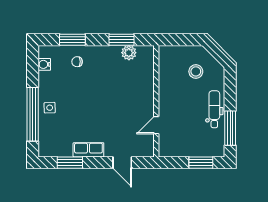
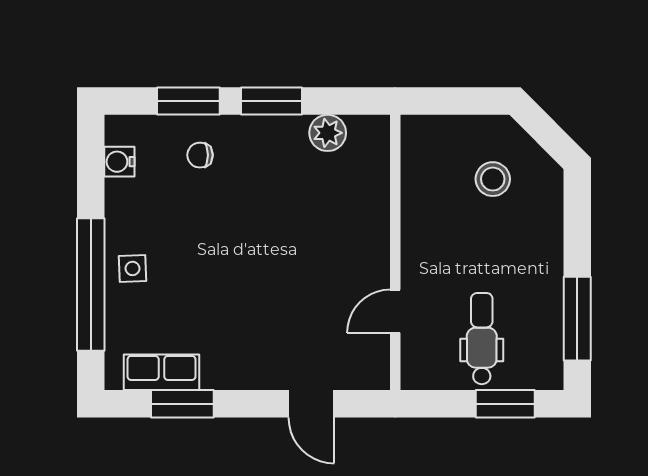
window: (121, 40) -> (272, 101), moved
dental chair: (214, 109) -> (482, 339), moved
row of seats: (88, 150) -> (161, 372), moved

